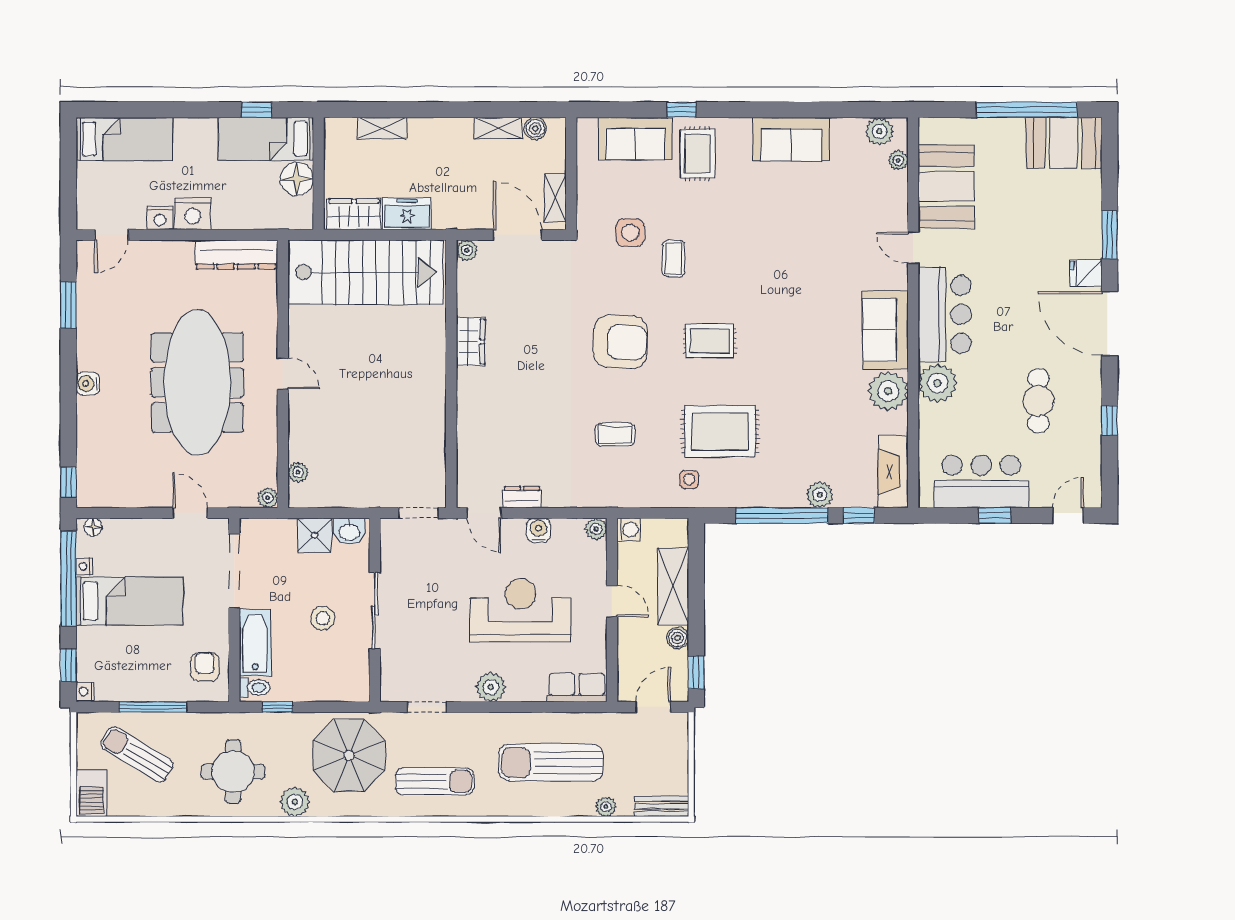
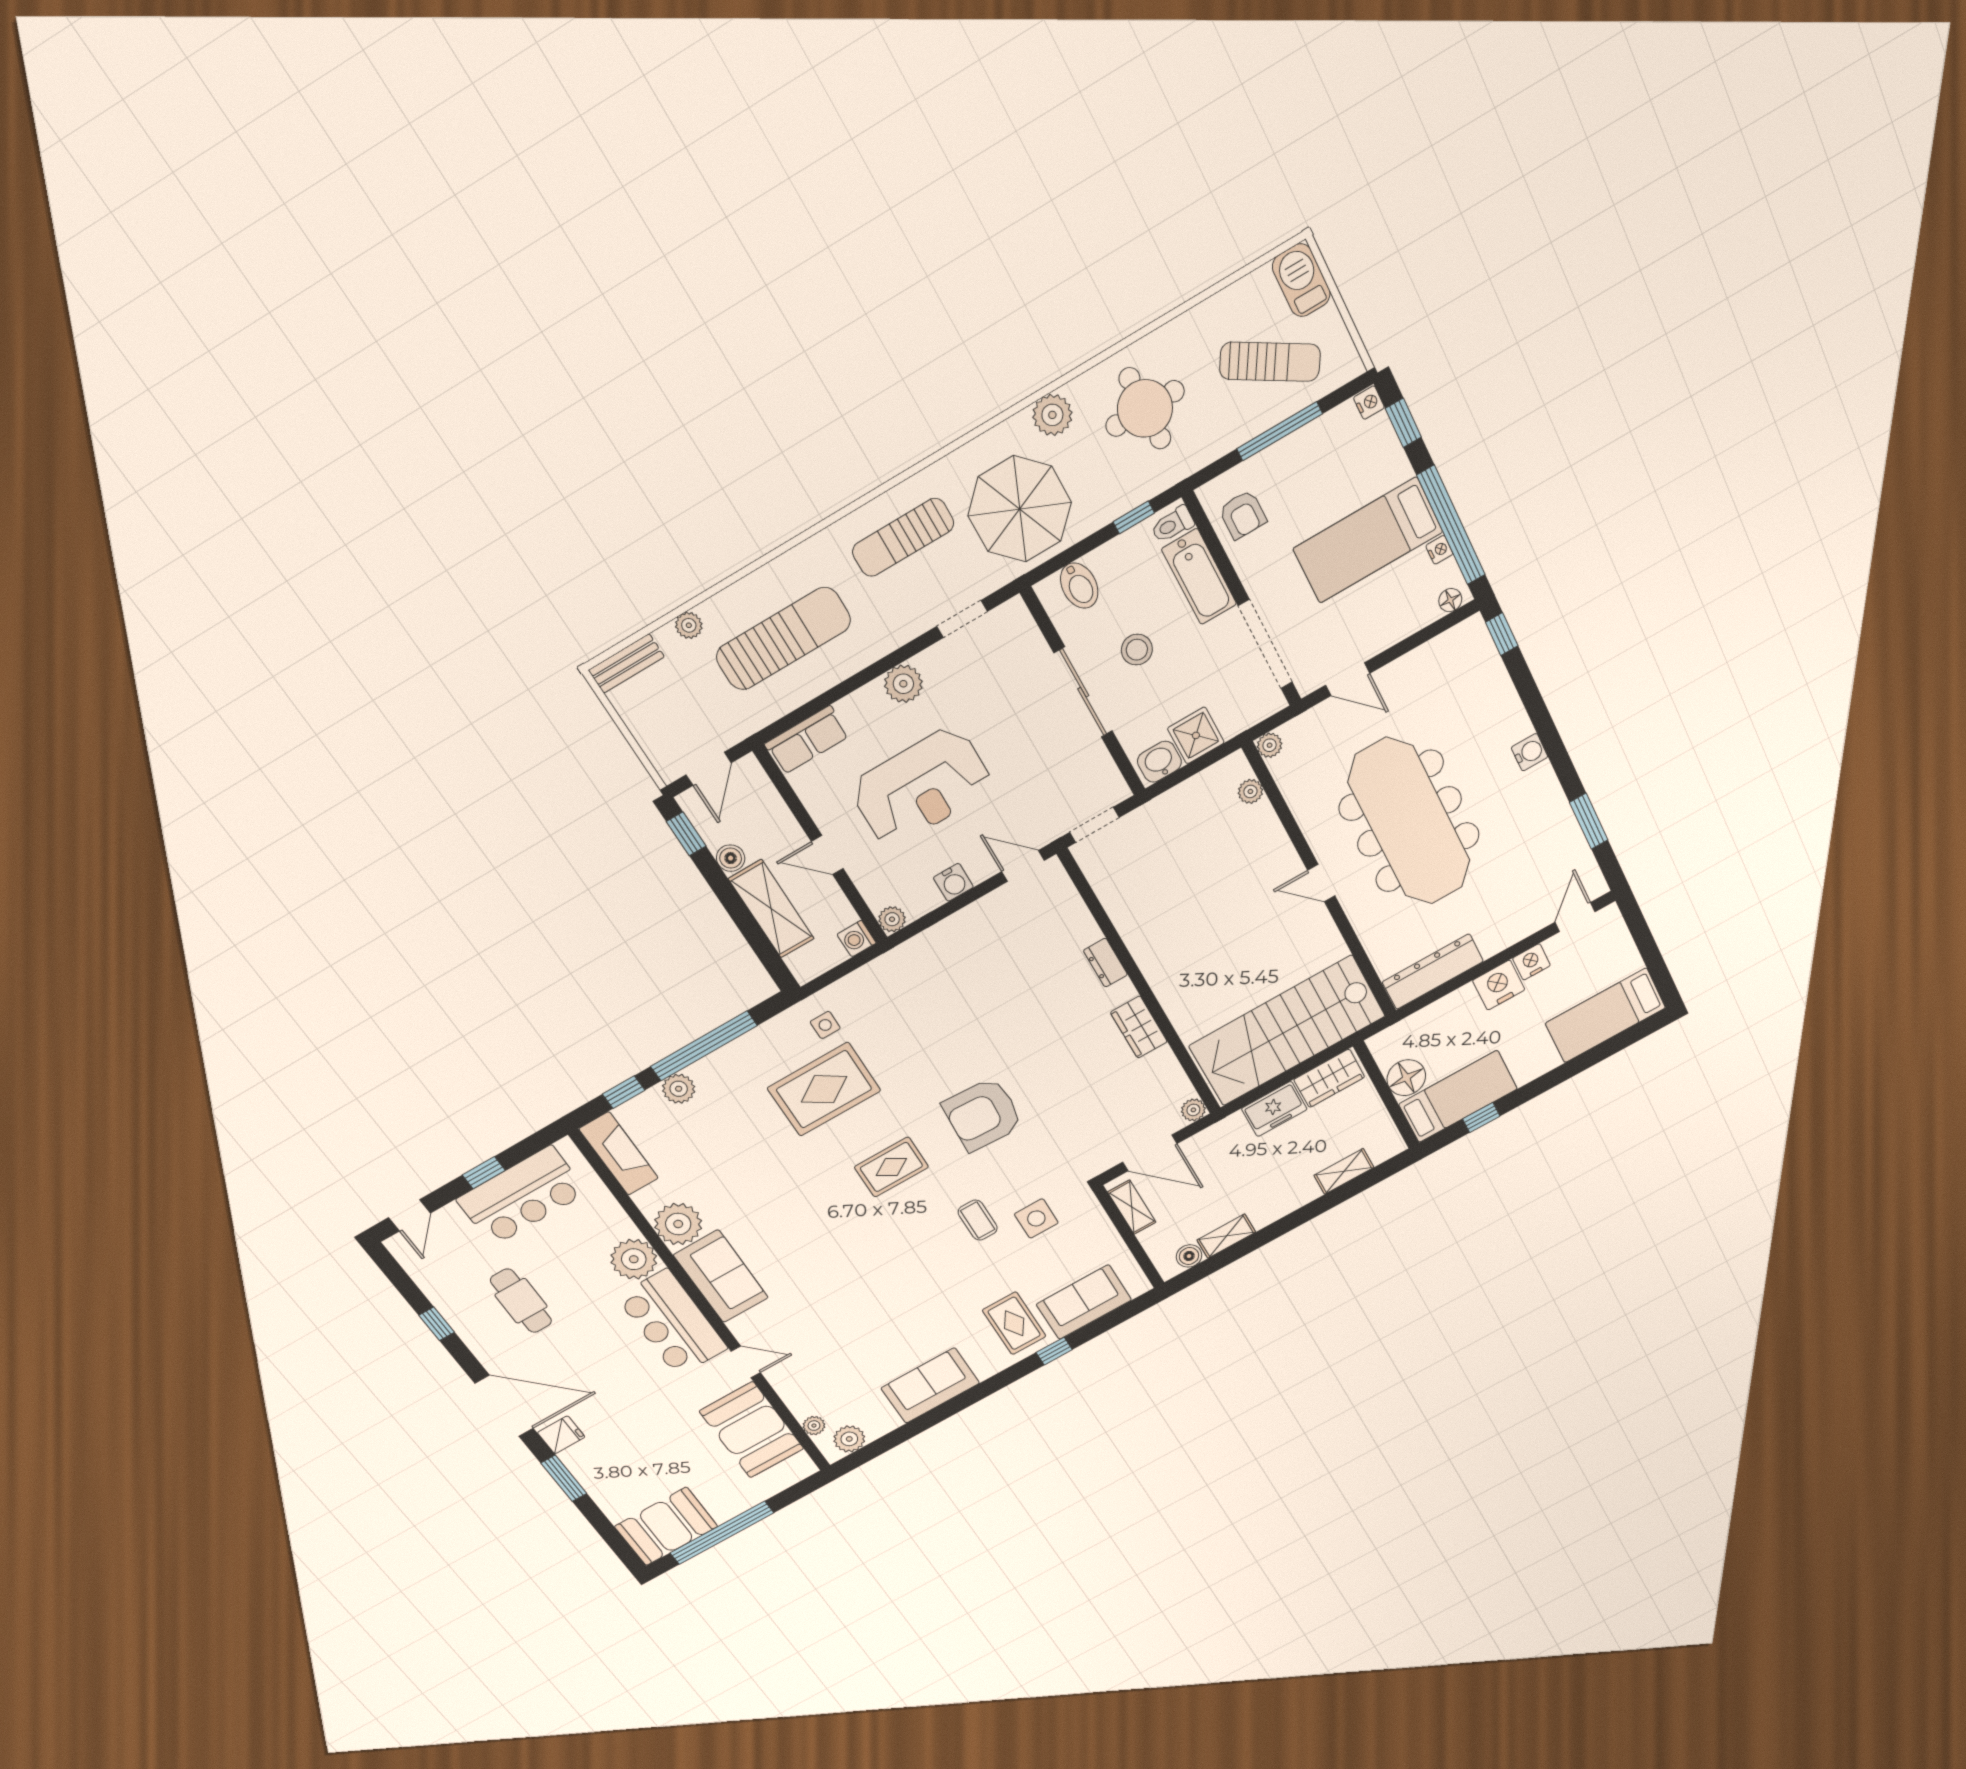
coffee table: (615, 434) -> (932, 1024), removed
dresser: (522, 497) -> (1105, 963), moved, turned 90
bidet: (338, 683) -> (1079, 586), added

